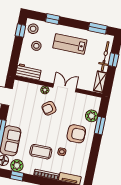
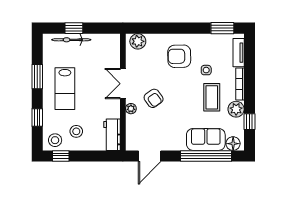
window: (98, 28) -> (37, 77), moved
shelving: (100, 82) -> (106, 40), removed
plant: (92, 116) -> (138, 41), moved
window: (100, 126) -> (222, 28), moved
armchair: (76, 134) -> (179, 56), turned -91
plant: (17, 166) -> (236, 109), moved

